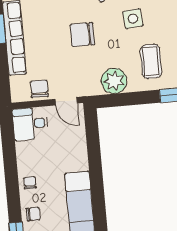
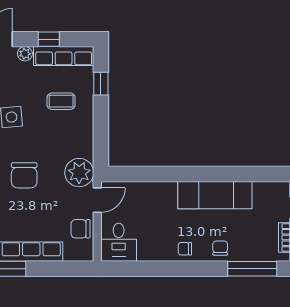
coffee table: (151, 61) -> (61, 101), width x0.73, depth x0.77
plant: (114, 81) -> (79, 173), moved

